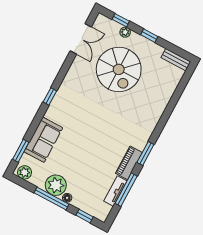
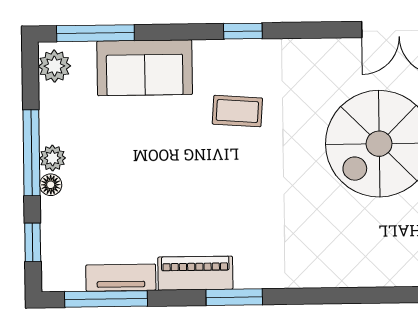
coffee table: (78, 115) -> (237, 111), added
window: (21, 151) -> (95, 33), width x1.44
plant: (56, 185) -> (53, 158), width x0.53, depth x0.53
window: (126, 190) -> (106, 299), moved

